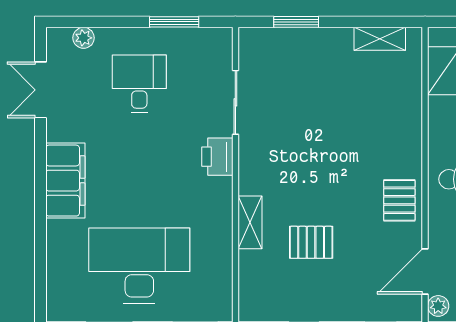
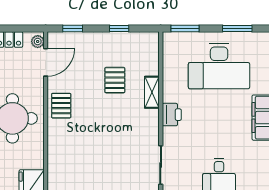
printer: (217, 157) -> (172, 115), moved
pallet: (311, 242) -> (115, 80), turned 90

